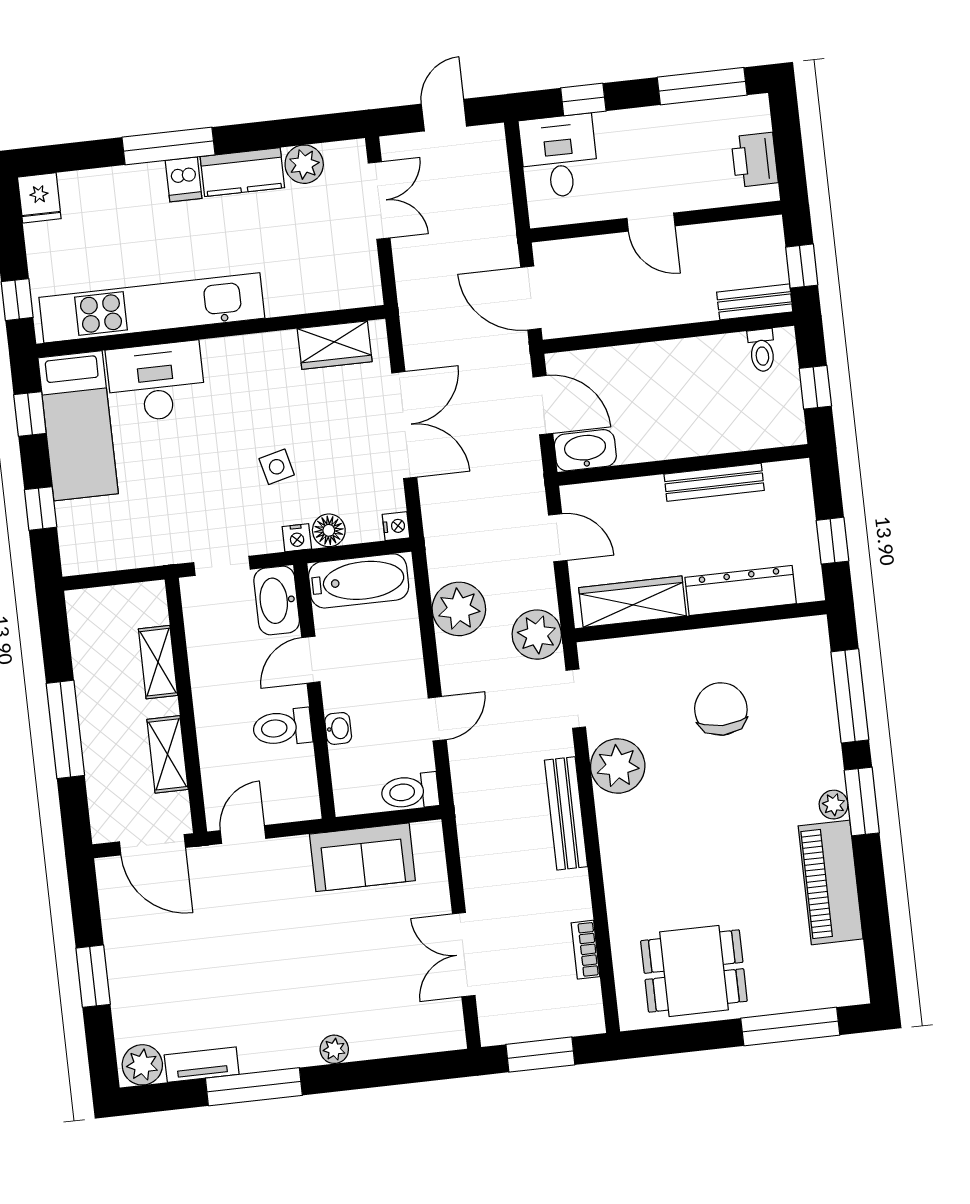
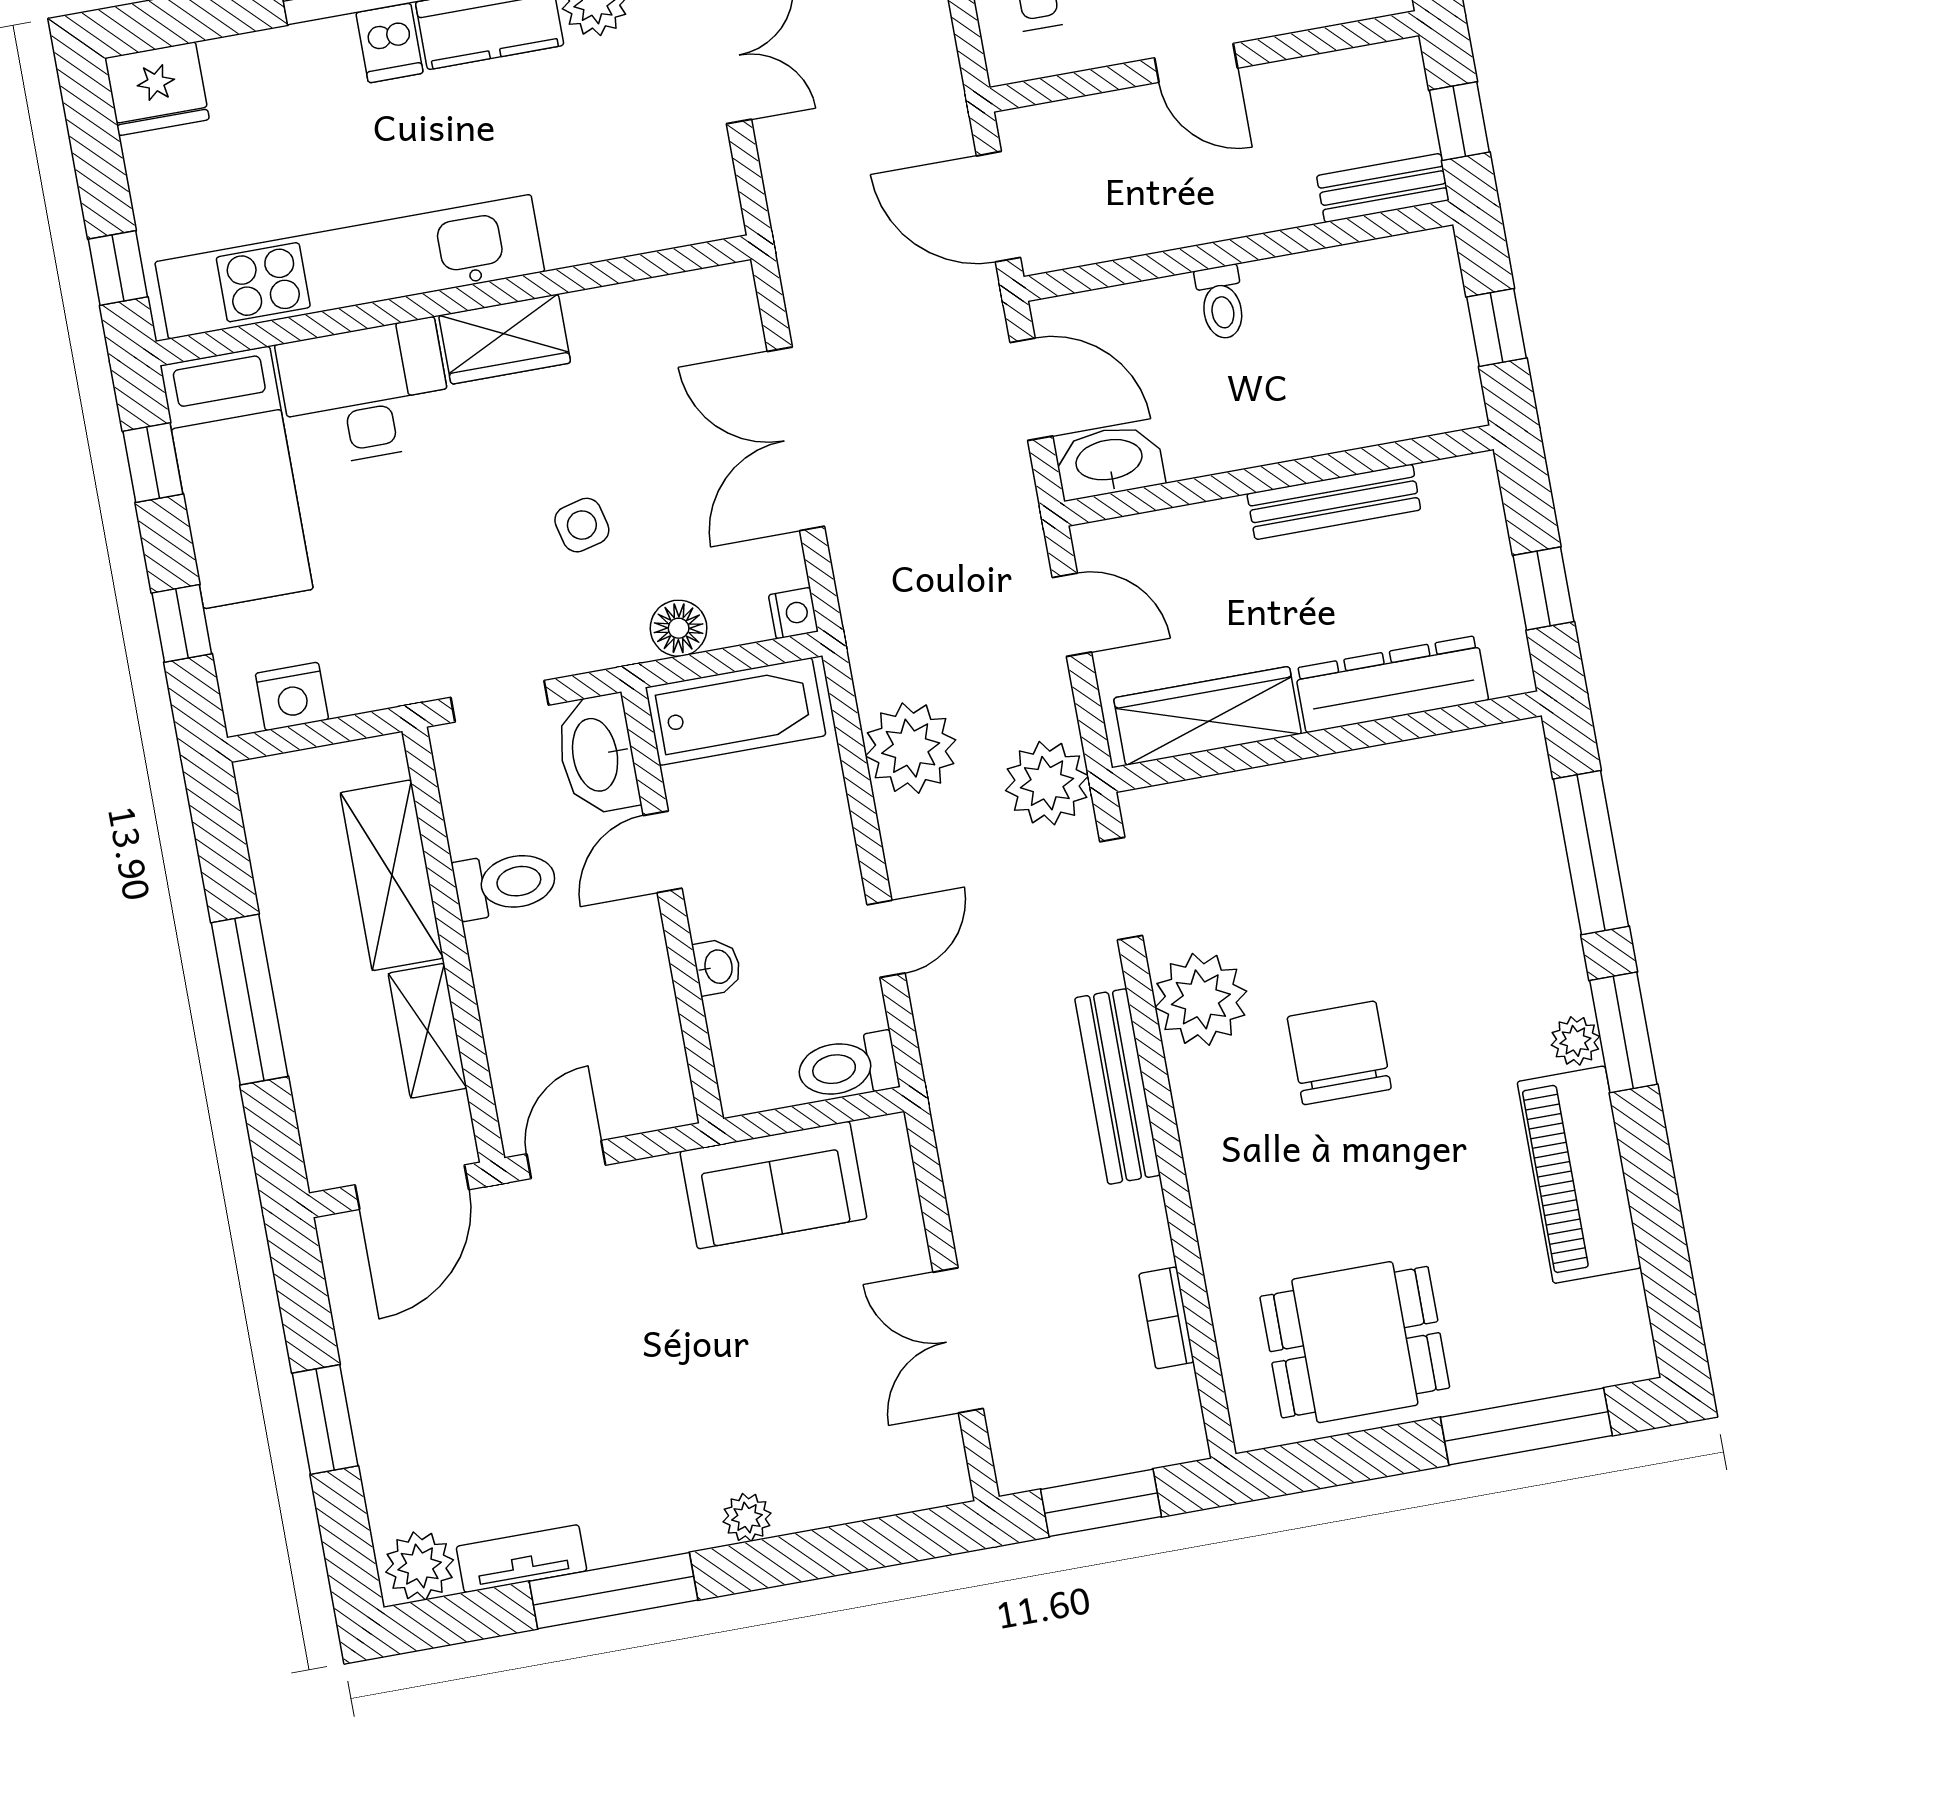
fridge: (39, 198) -> (157, 89), width x1.38
wardrobe: (335, 345) -> (505, 339), moved
toilet: (762, 350) -> (1221, 302), moved
double door: (404, 425) -> (796, 439), swing flipped
nightstand: (297, 538) -> (292, 696), moved, width x1.39, depth x1.35
shelving: (158, 662) -> (392, 875), width x1.50, depth x1.33
chair: (721, 709) -> (1339, 1053), moved
toilet: (282, 728) -> (505, 884), moved, turned 180
door: (152, 845) -> (412, 1187), hinge flipped

